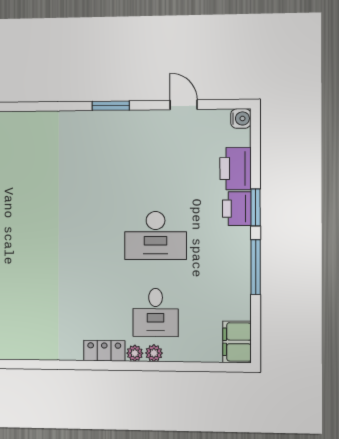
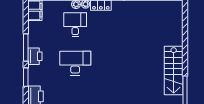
printer: (237, 209) -> (35, 56), moved

